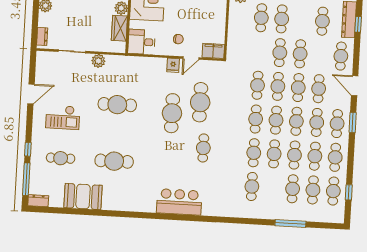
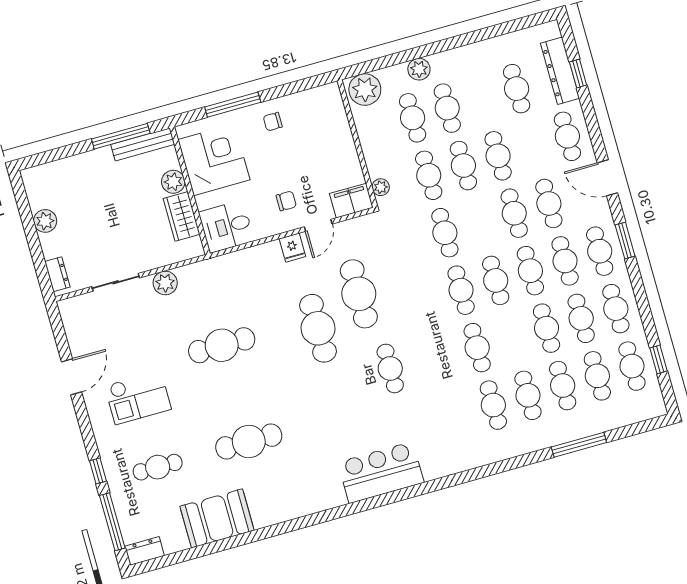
plant: (231, 49) -> (381, 187), added
cafe table: (278, 86) -> (429, 175), moved
cafe table: (274, 154) -> (528, 395), moved

